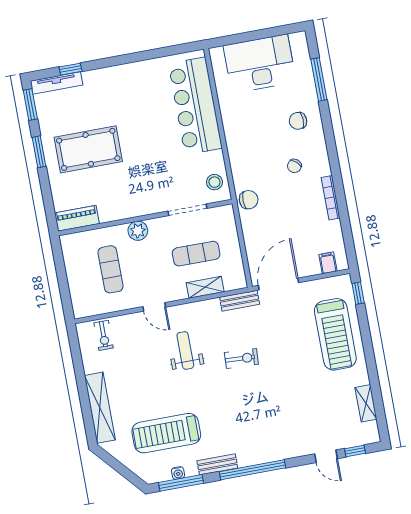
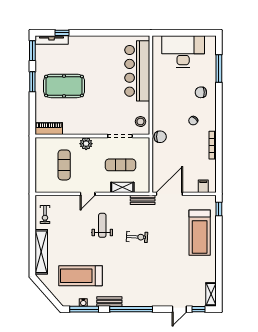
door: (154, 307) -> (88, 194), hinge flipped
exercise bike: (104, 335) -> (45, 214), moved
shelving: (366, 403) -> (211, 294), moved
door: (326, 456) -> (179, 309), hinge flipped

